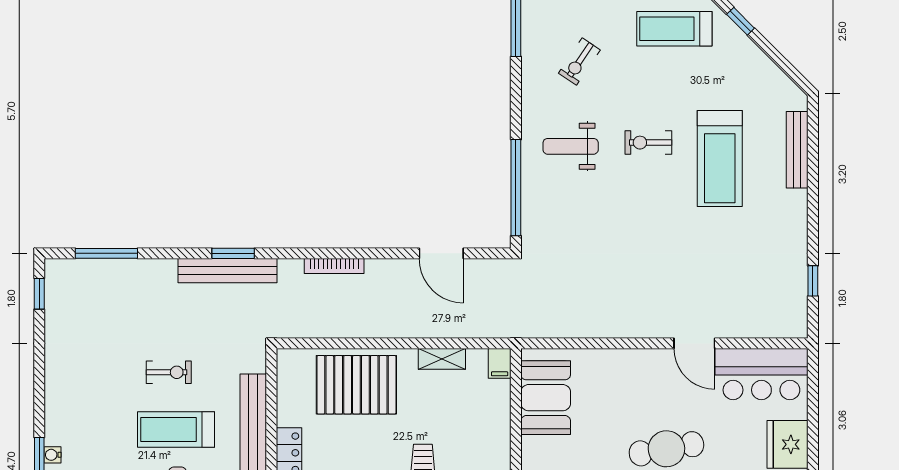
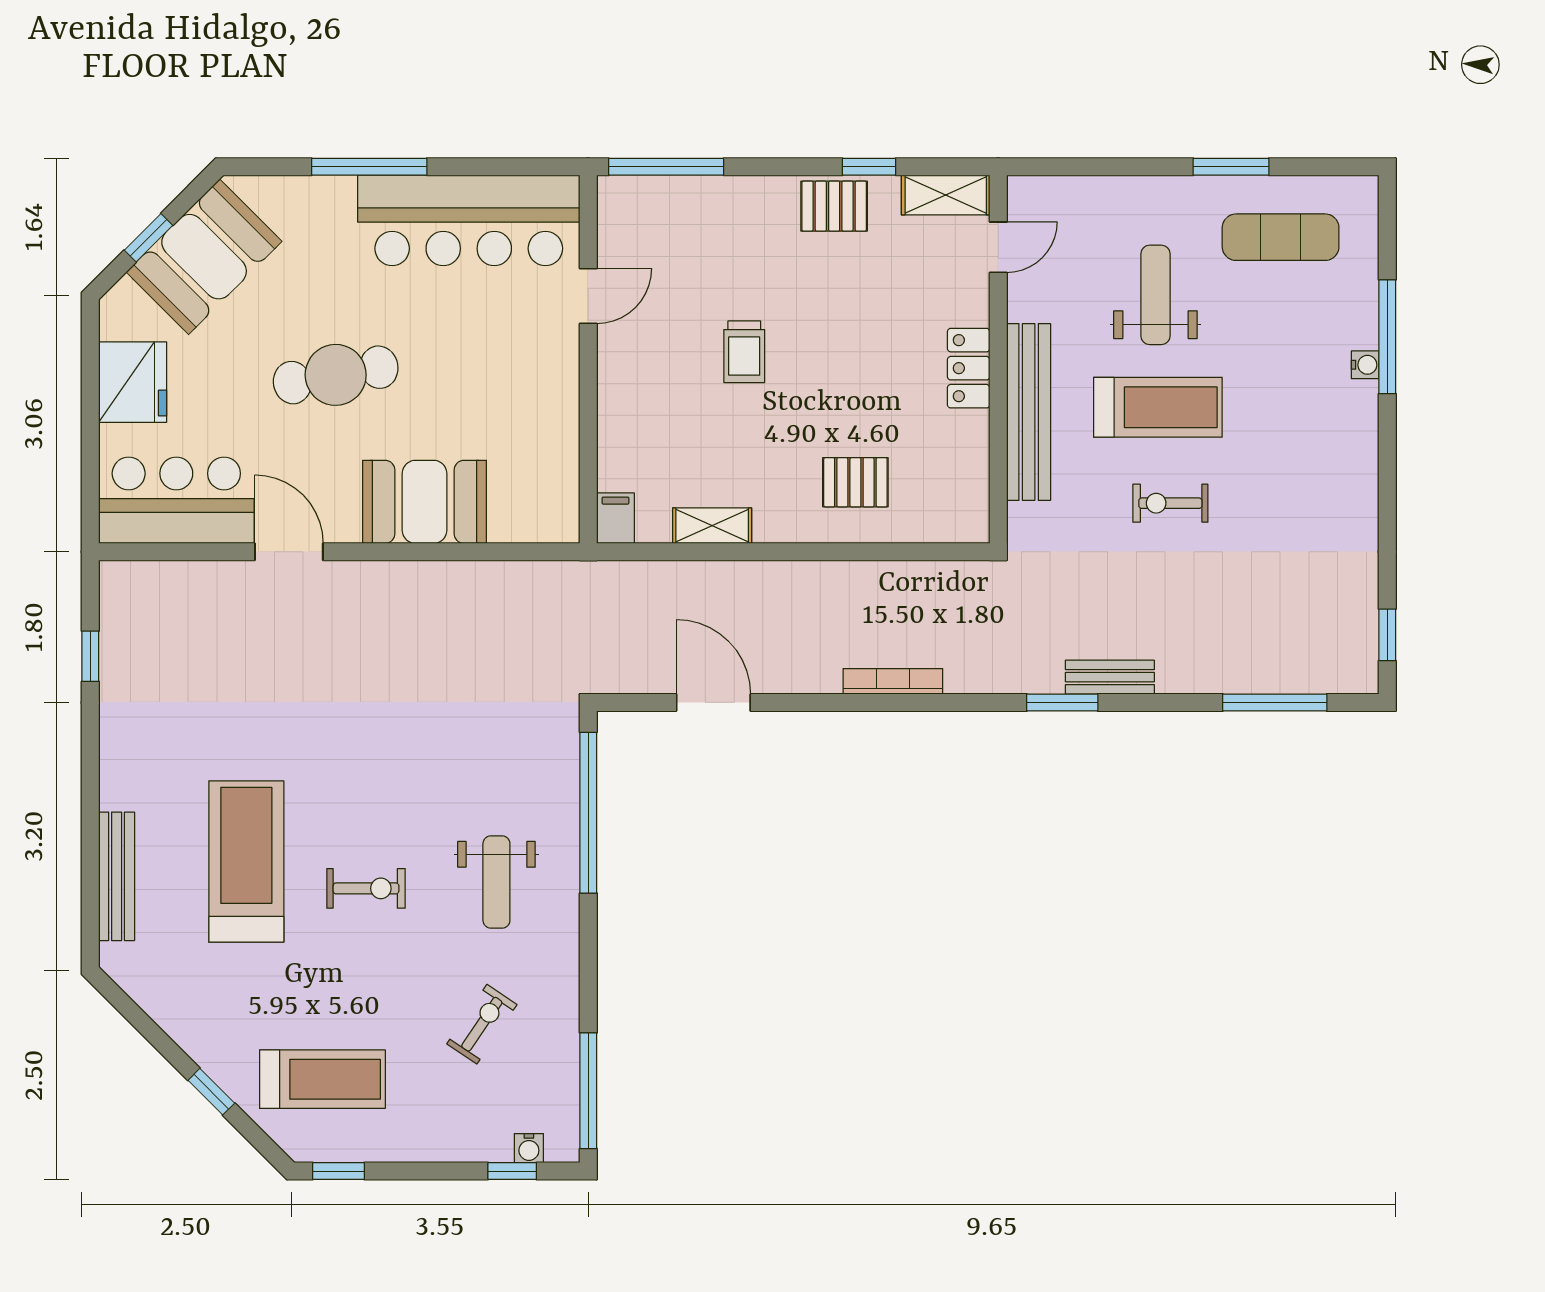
weight bench: (571, 146) -> (496, 882), turned 90
bench: (228, 271) -> (1110, 677), width x0.54, depth x0.82
pallet: (356, 385) -> (855, 482), width x0.49, depth x0.50
booth: (546, 398) -> (425, 502), moved, turned 90

